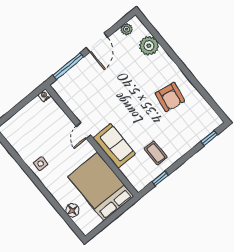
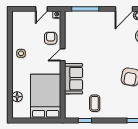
door: (97, 43) -> (124, 9), moved
door: (25, 102) -> (42, 9), added
armchair: (58, 124) -> (51, 38), added

